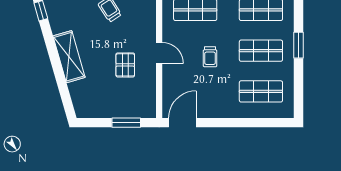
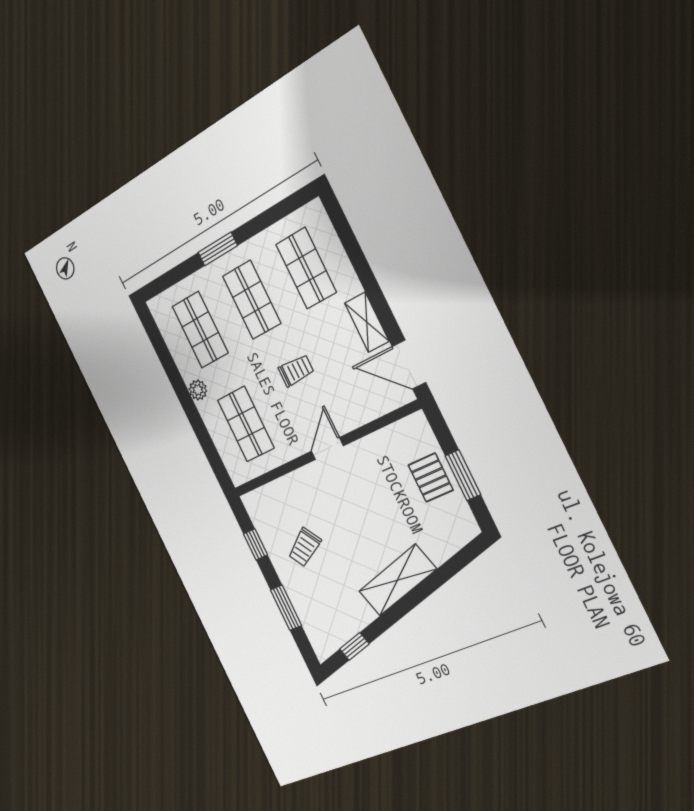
pallet: (125, 65) -> (431, 478), moved, turned 90
shelving: (216, 111) -> (367, 322), added
window: (126, 123) -> (463, 475), moved

